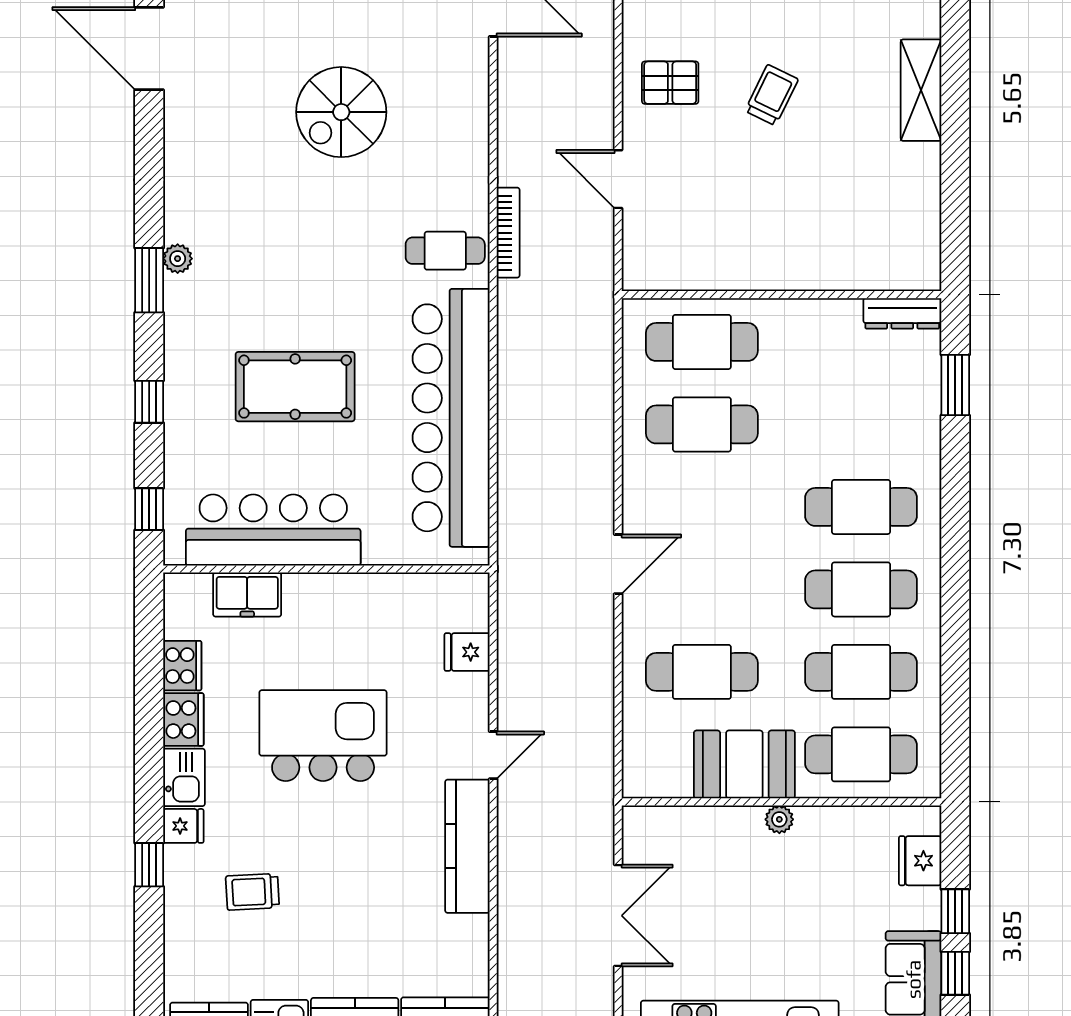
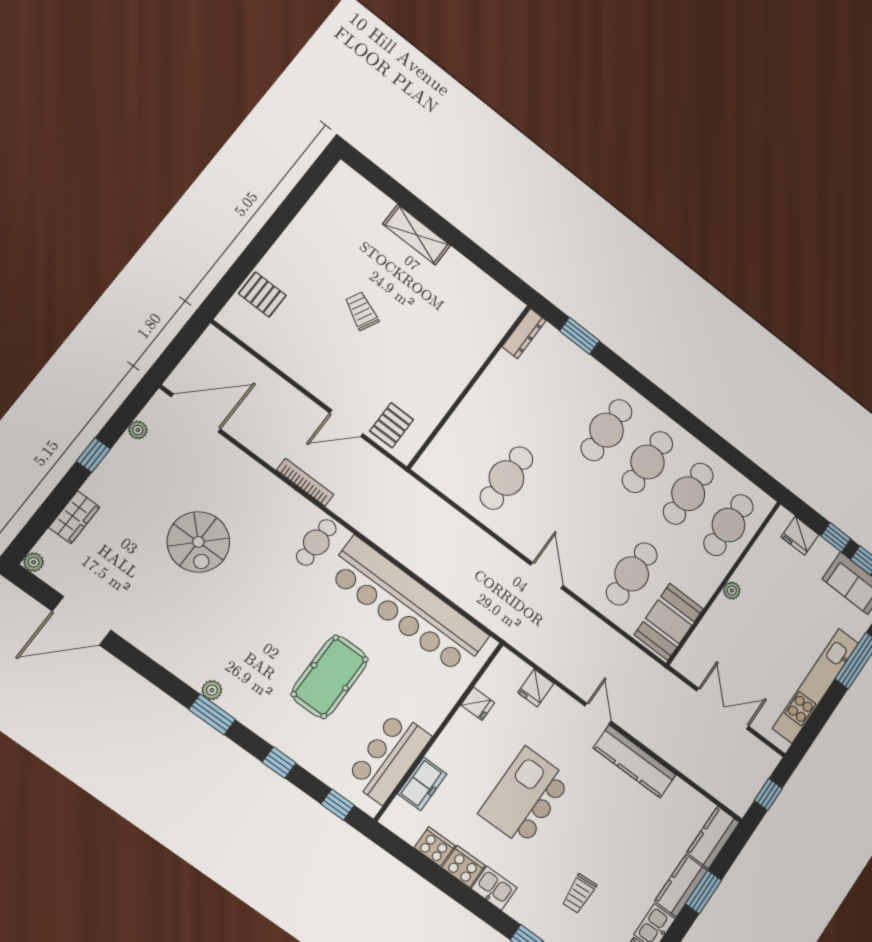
pallet: (670, 83) -> (392, 425), moved
bookcase: (508, 233) -> (305, 482), moved
cafe table: (702, 342) -> (464, 445), removed
bar counter: (273, 530) -> (389, 757), width x0.73
booth: (744, 764) -> (669, 622), moved
fridge: (183, 826) -> (478, 704), moved, turned 90

